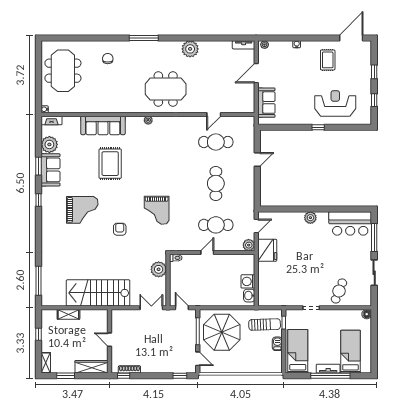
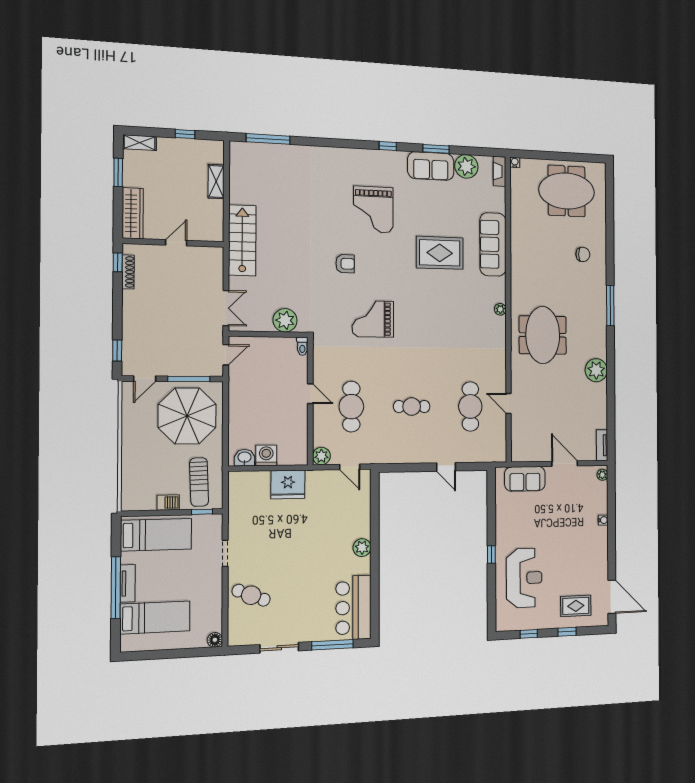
rug: (328, 60) -> (576, 606), moved
cafe table: (216, 183) -> (412, 407), width x0.73, depth x0.74
fridge: (267, 250) -> (288, 484), moved
stairs: (98, 293) -> (242, 240), width x0.73, depth x0.66

